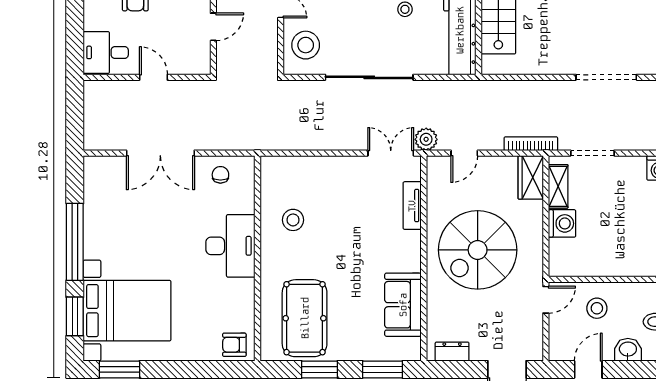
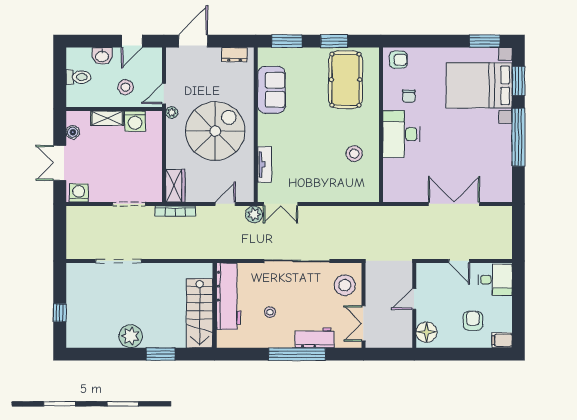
chair: (220, 175) -> (409, 96), moved
shelving: (558, 186) -> (107, 118), moved, turned 90
washing machine: (562, 223) -> (135, 121), moved, turned -90
plant: (535, 275) -> (172, 113), added

